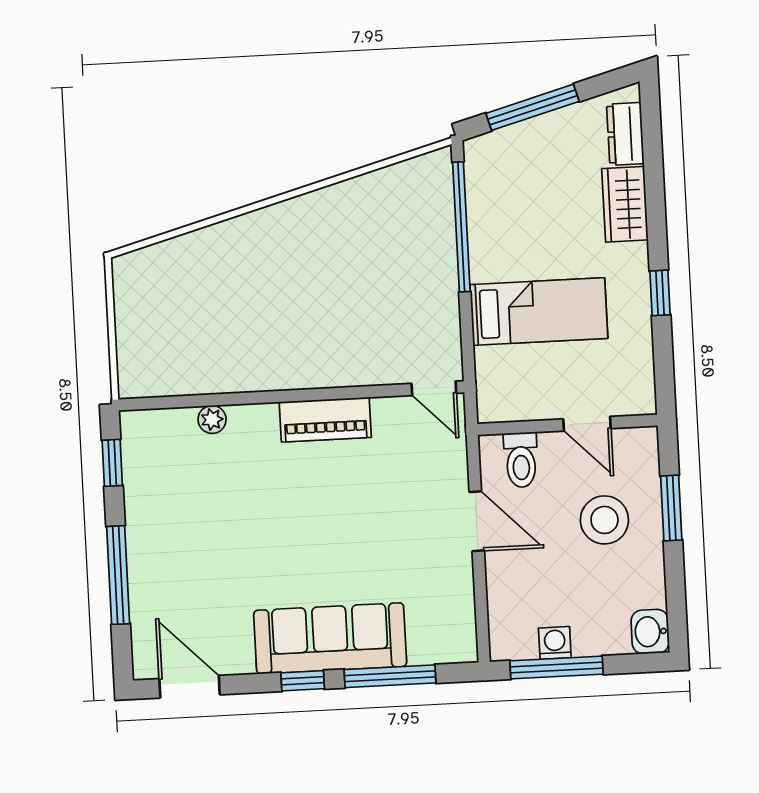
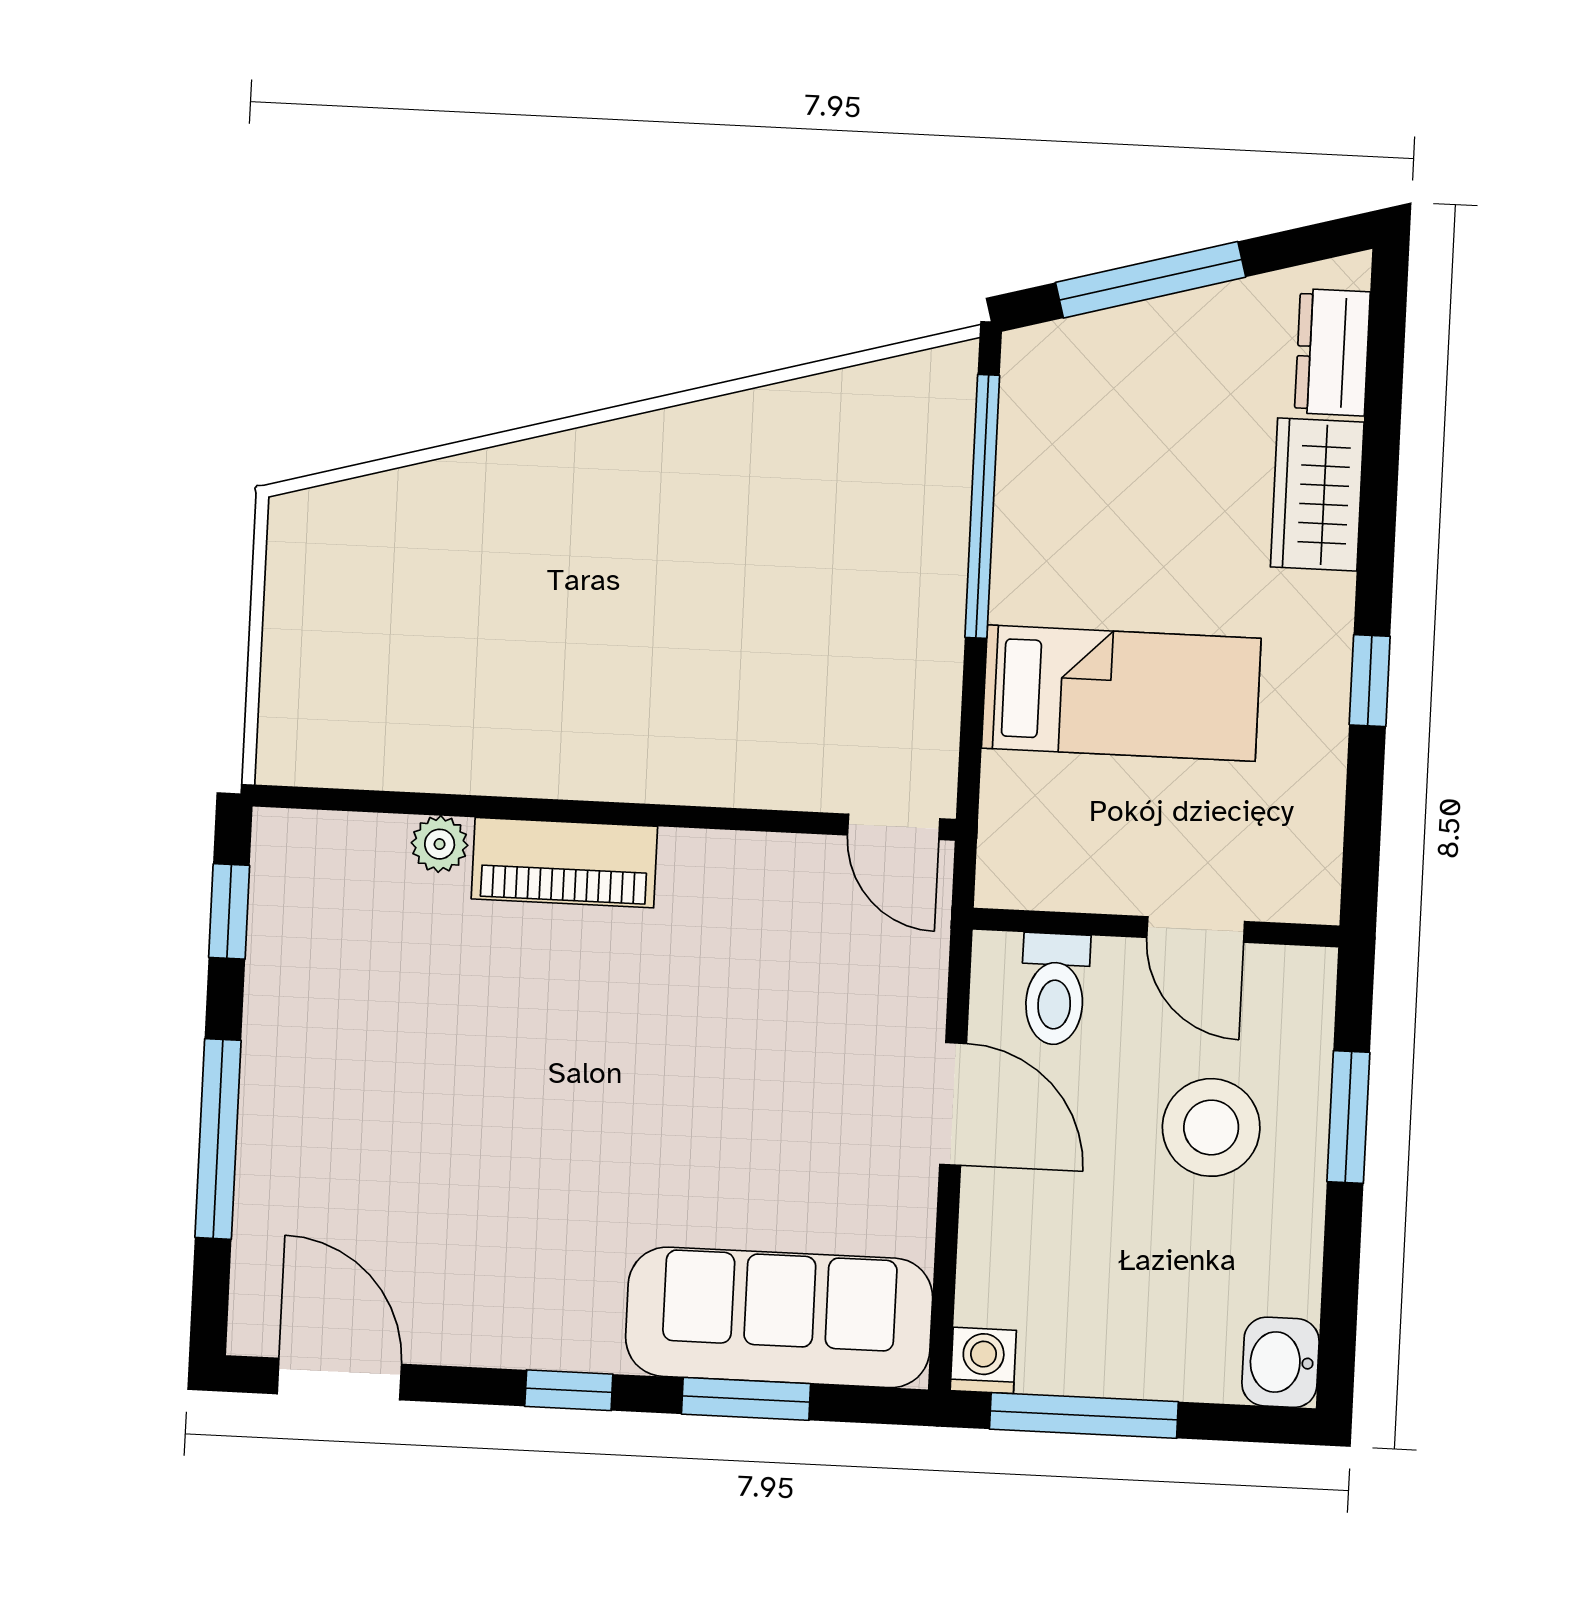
piano: (325, 420) -> (564, 863), moved
sofa: (330, 638) -> (779, 1317), moved
washing machine: (555, 643) -> (983, 1360), moved
window: (390, 676) -> (746, 1399), width x0.69

